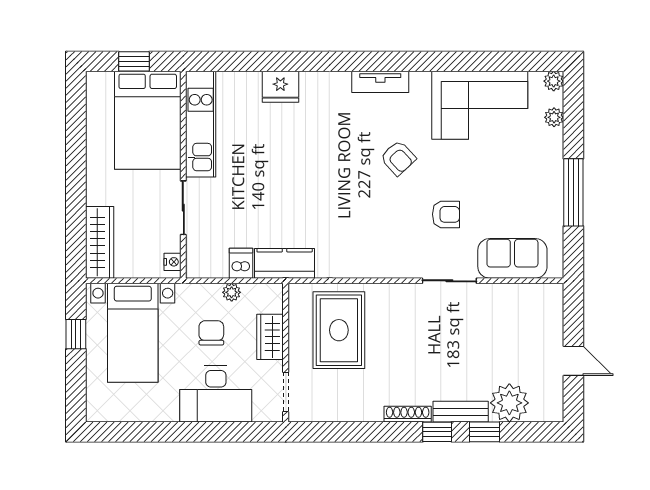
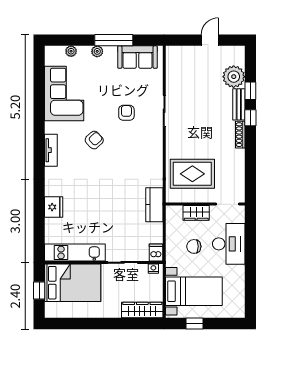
plant: (554, 81) -> (97, 51), moved
sofa: (512, 258) -> (138, 57), moved, turned -90
dishwasher: (241, 263) -> (156, 252), moved, turned 90
plant: (232, 292) -> (171, 235), removed

